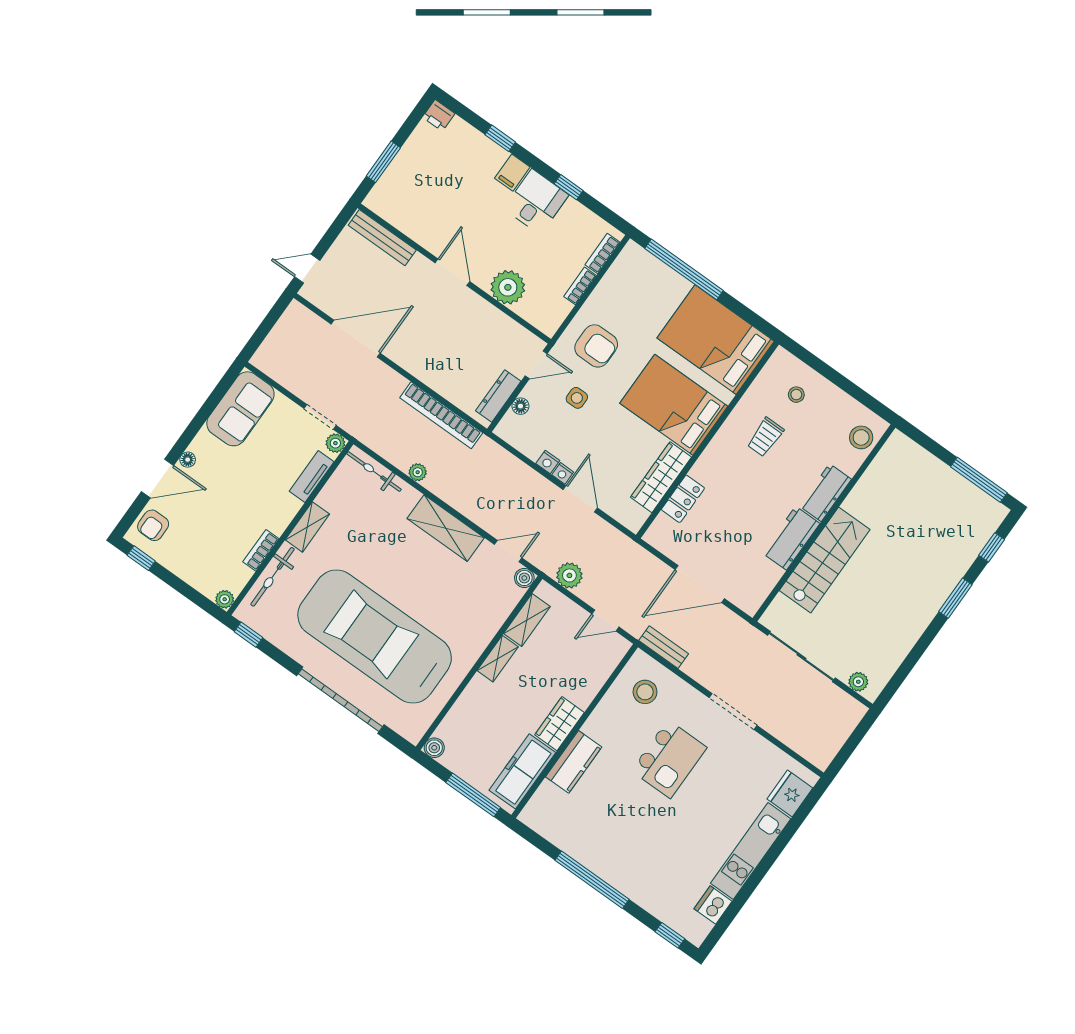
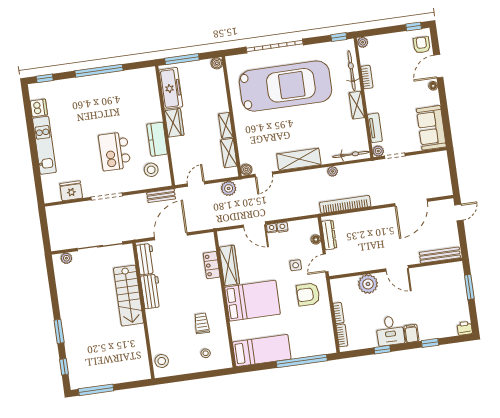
bed: (716, 340) -> (262, 350), width x0.67
workbench: (825, 493) -> (146, 259), moved
kitchen counter: (574, 762) -> (157, 139), moved
fridge: (790, 793) -> (71, 191), moved, turned -90

